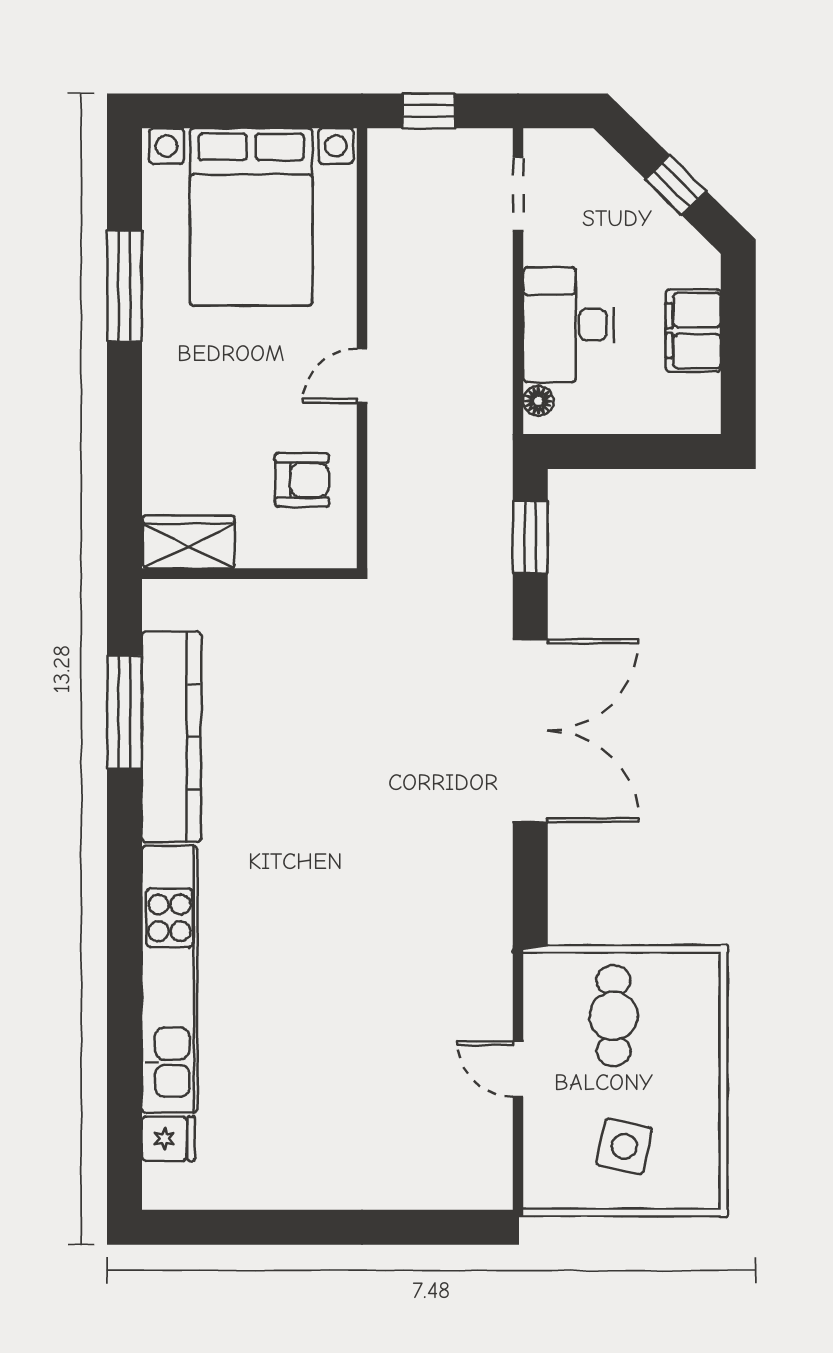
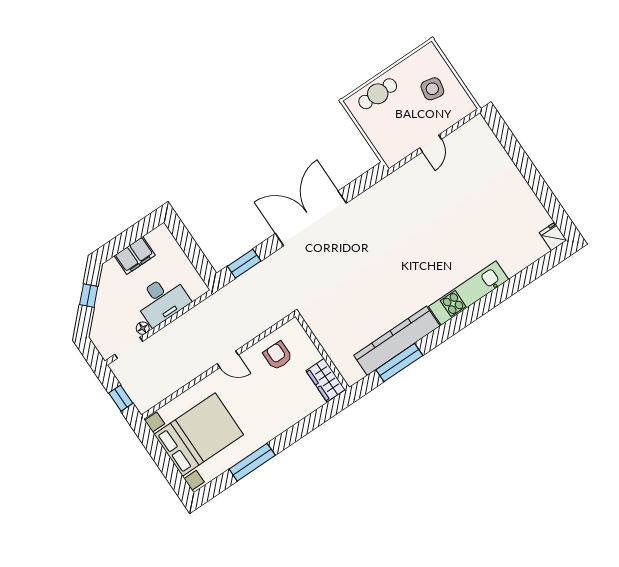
floor lamp: (538, 401) -> (143, 328), moved
kitchen unit: (170, 979) -> (469, 293), width x0.73
cafe table: (614, 1016) -> (378, 94), moved
fridge: (168, 1139) -> (553, 236), moved

